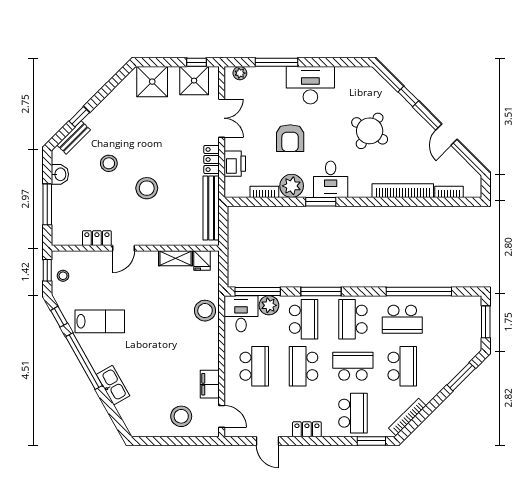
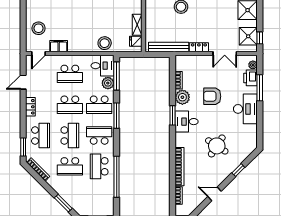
printer: (235, 164) -> (250, 78), moved, turned 90
school desk: (304, 366) -> (70, 105), turned 180
school desk: (353, 413) -> (40, 136), turned -90

